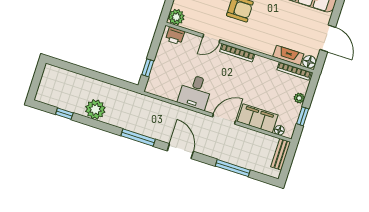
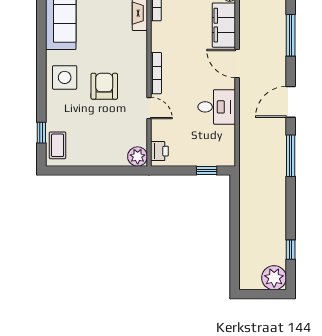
plant: (95, 109) -> (274, 278), moved

